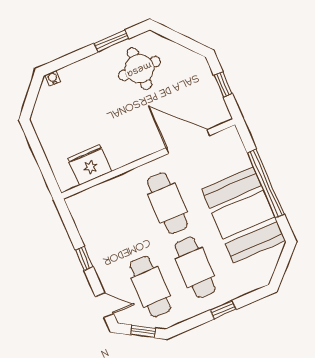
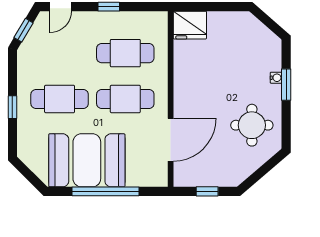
window: (111, 41) -> (286, 85), moved
water cooler: (53, 78) -> (276, 78), moved
fridge: (90, 165) -> (190, 25), moved, turned 90
cafe table: (150, 287) -> (125, 53), moved

